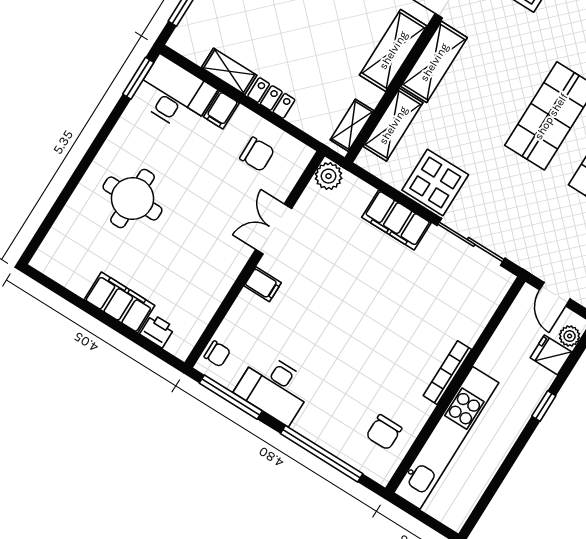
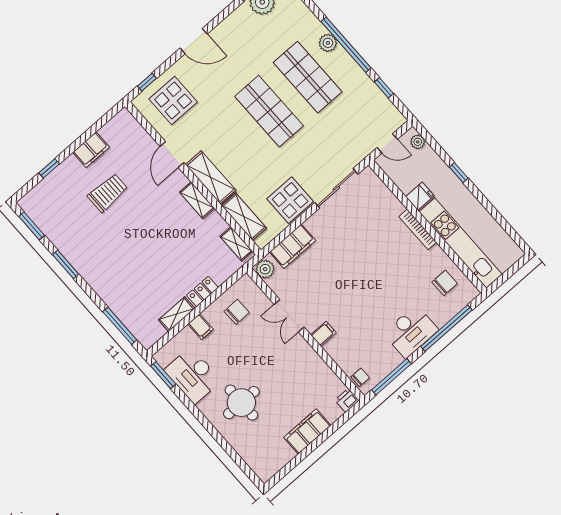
shelving: (393, 50) -> (197, 200), width x0.67, depth x0.75
desk: (175, 94) -> (193, 375), moved, turned -90
filing cabinet: (396, 220) -> (293, 246), moved
printer: (157, 331) -> (347, 400), moved
fridge: (551, 355) -> (420, 196), moved, turned 180
desk: (274, 388) -> (411, 332), moved
chair: (384, 432) -> (445, 283), turned -90

